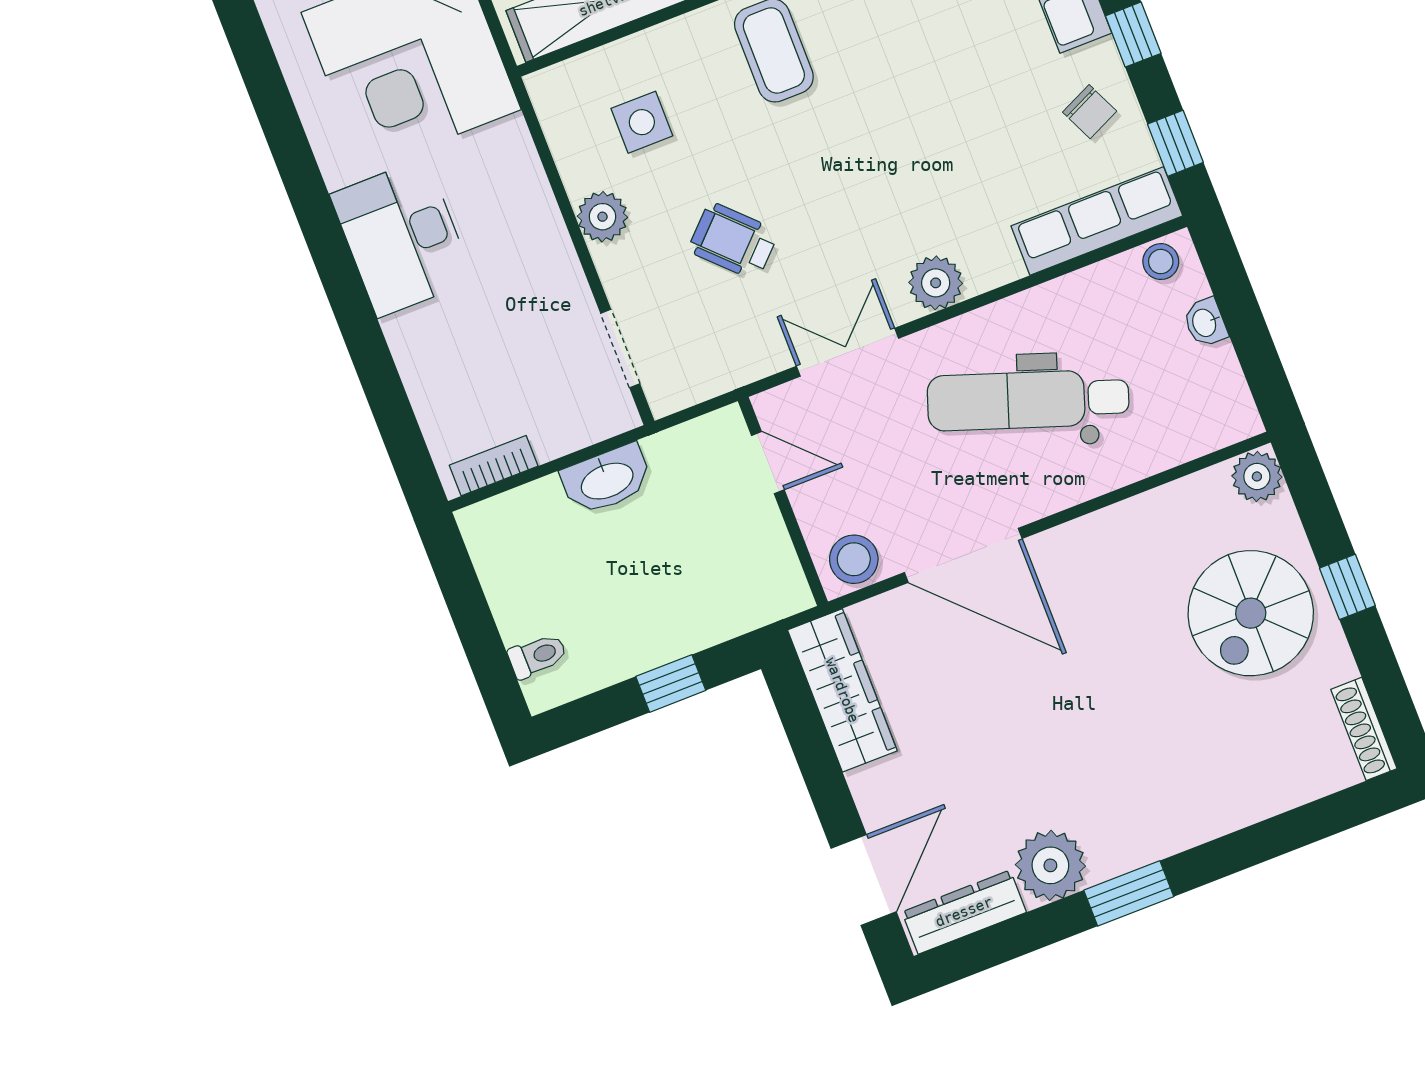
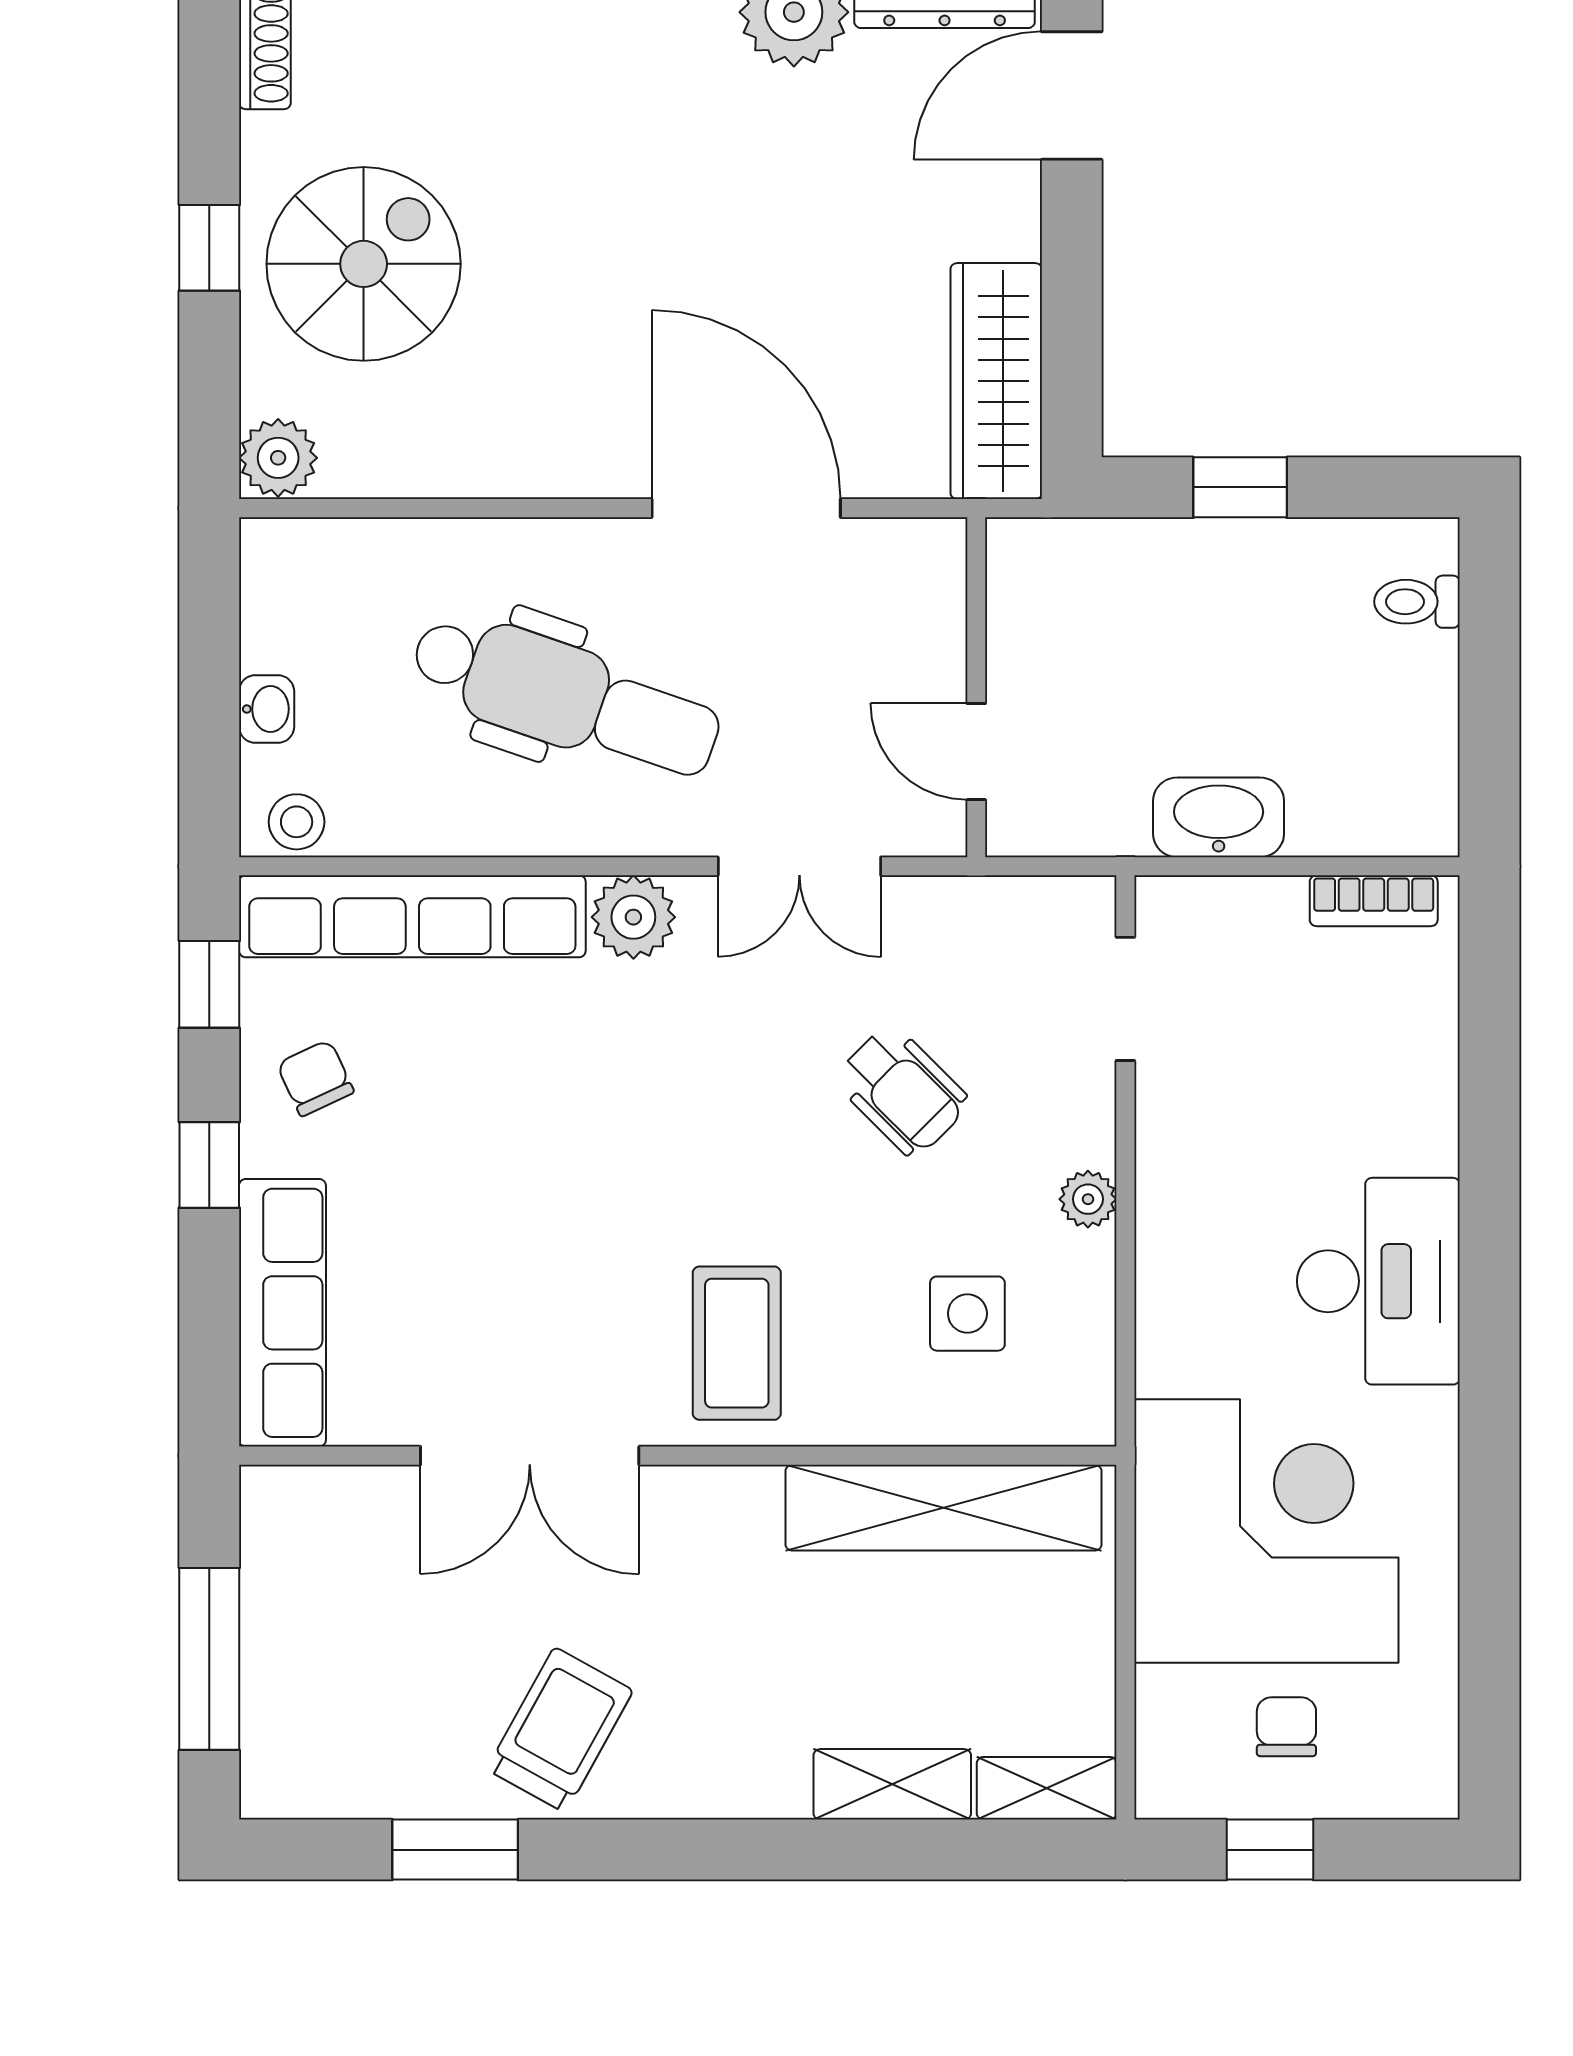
plant: (602, 217) -> (1088, 1199), width x0.73, depth x0.73
row of seats: (1097, 221) -> (412, 916), width x1.36
stool: (854, 559) -> (906, 564), removed

